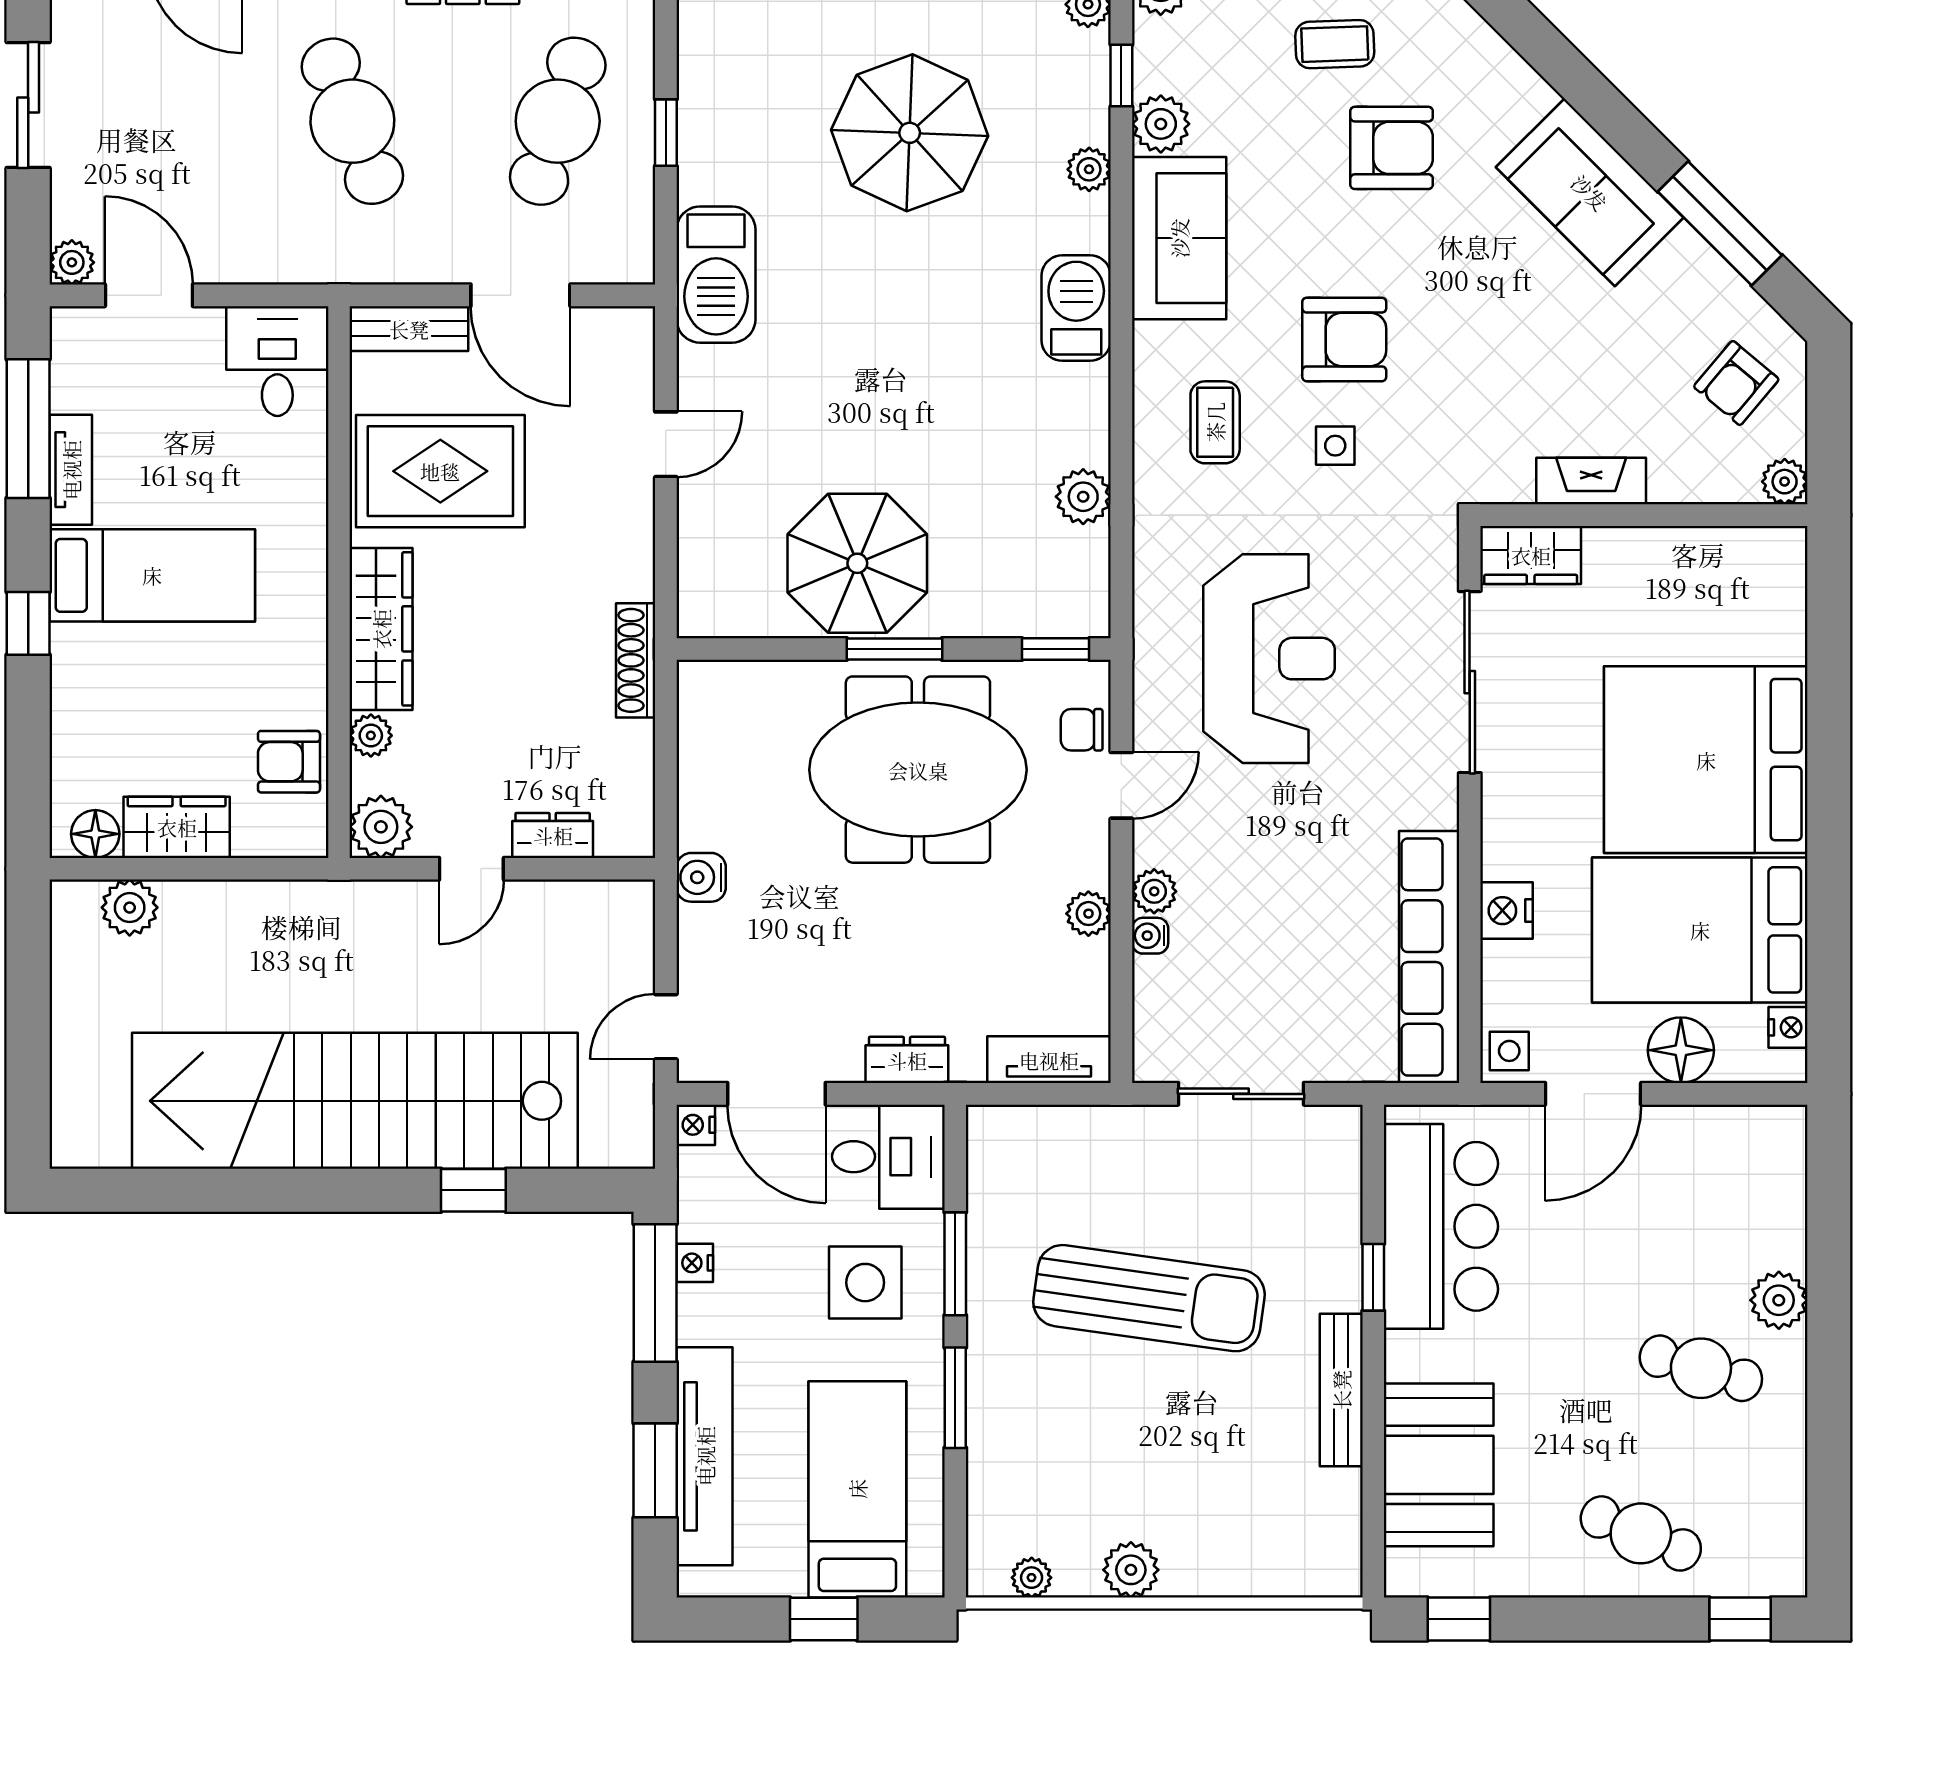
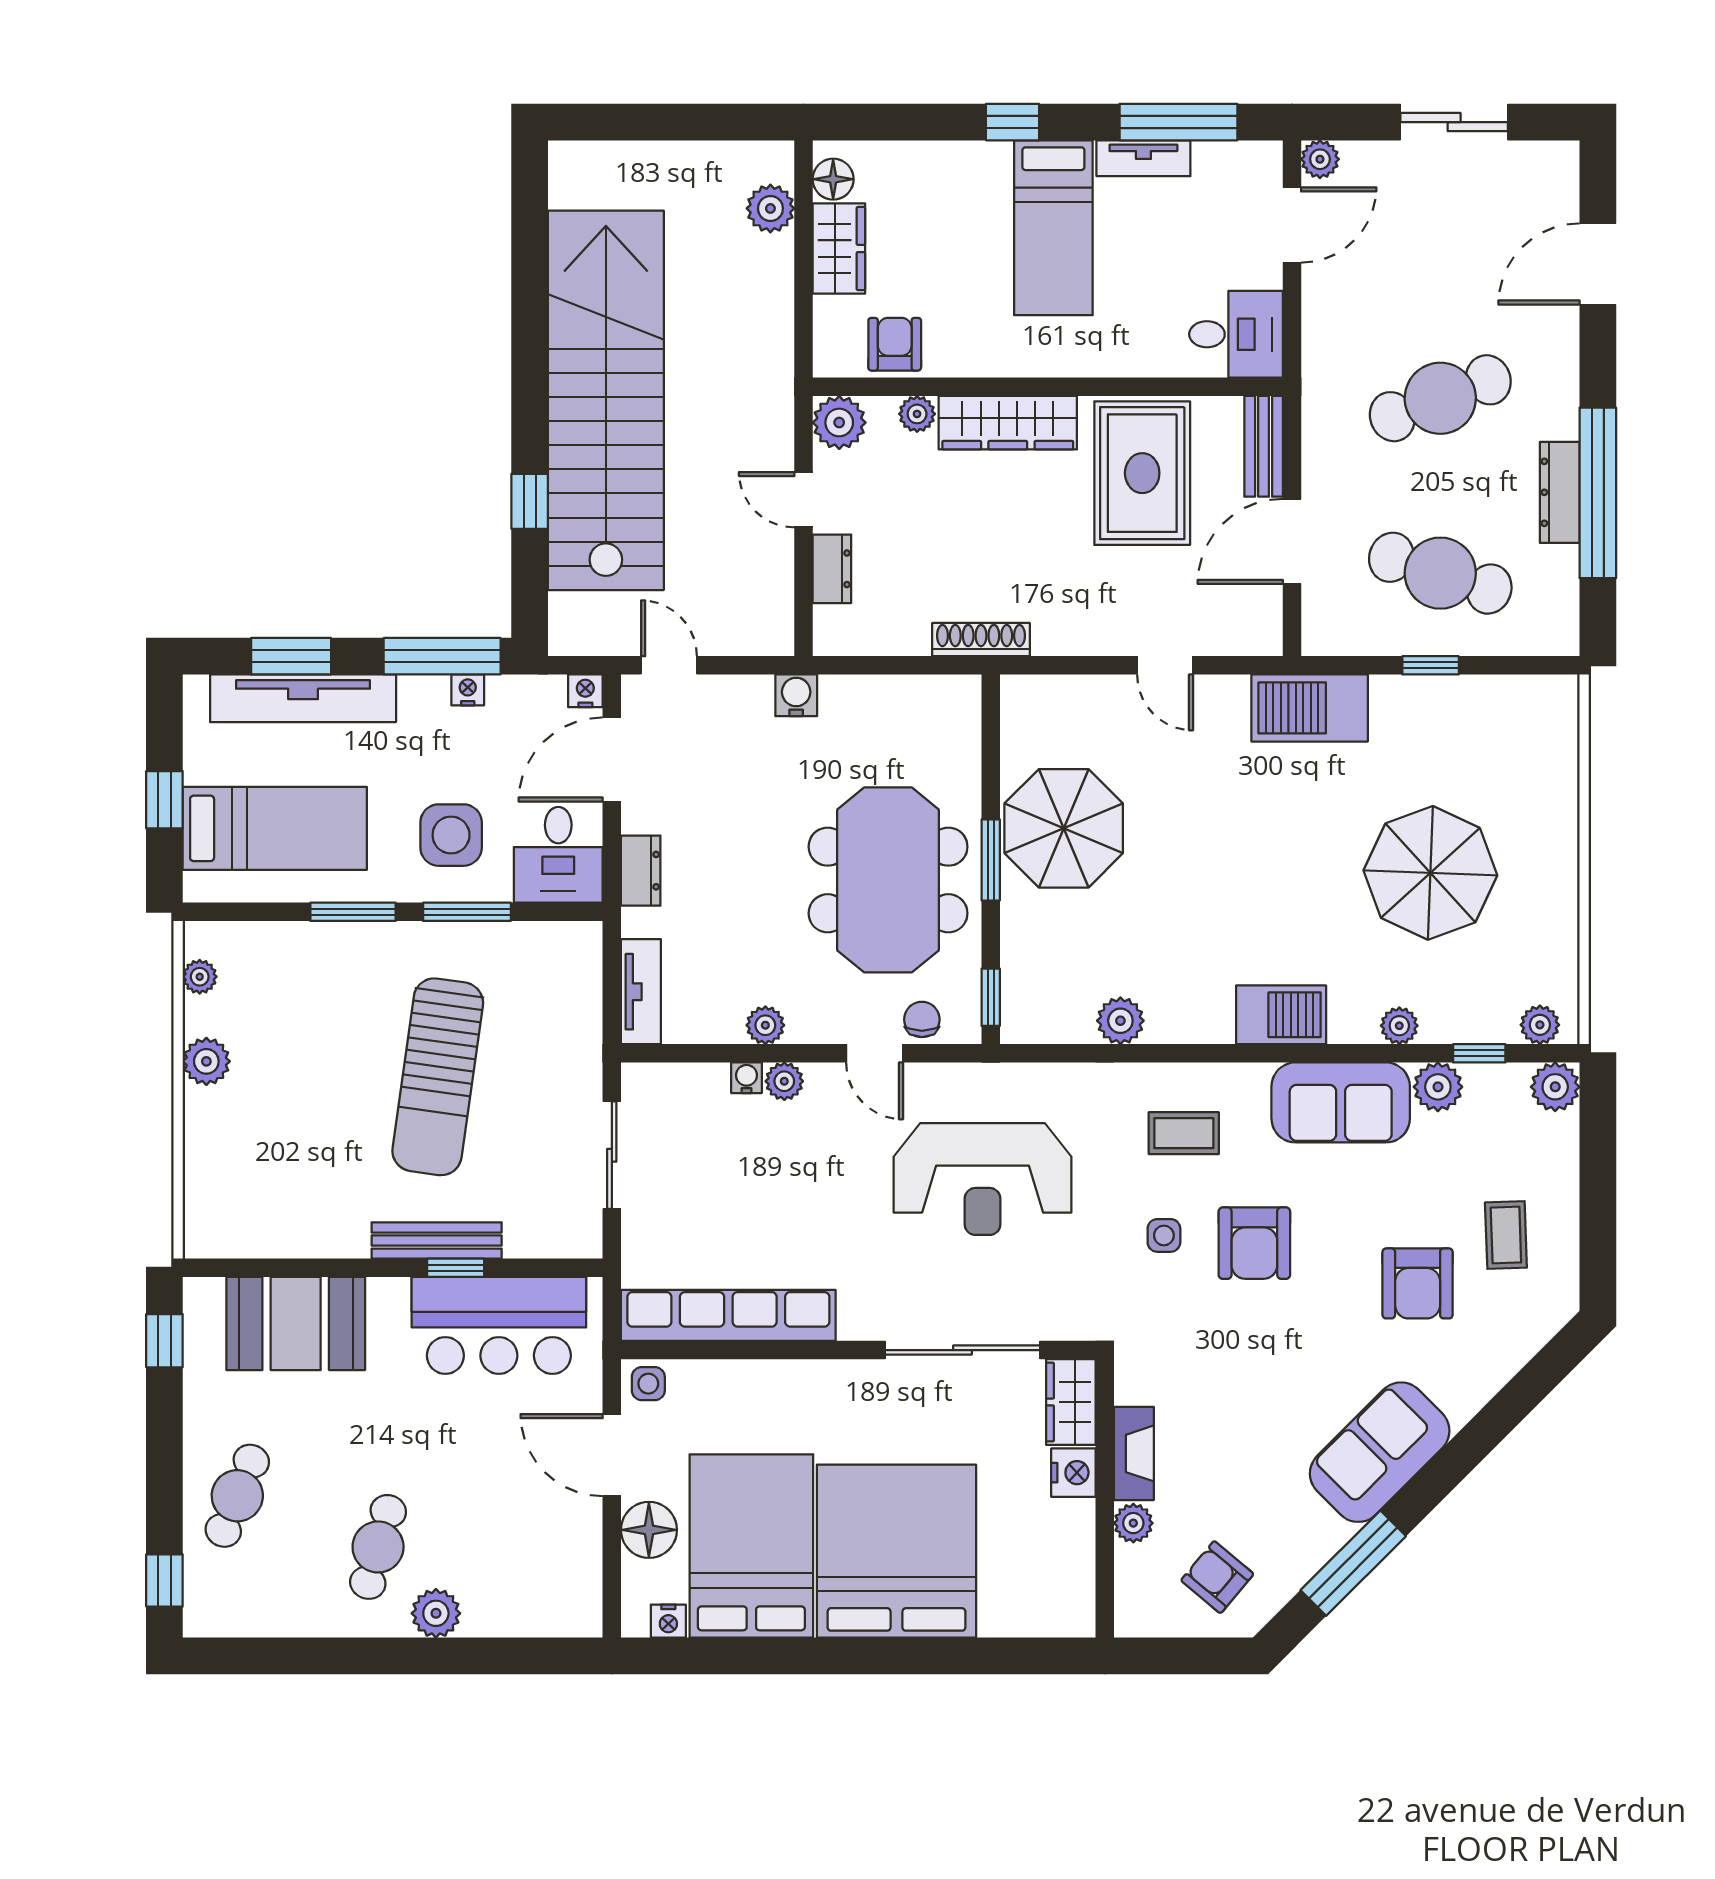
plant: (1785, 482) -> (1133, 1523), moved
nightstand: (1507, 911) -> (1073, 1473), moved, turned 90
bench: (1341, 1390) -> (437, 1241), moved

